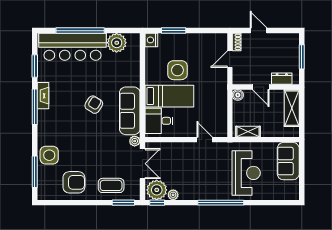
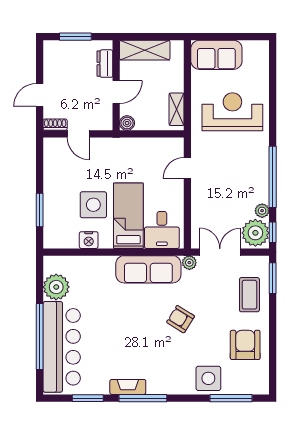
nightstand: (151, 40) -> (89, 240), moved
armchair: (94, 105) -> (181, 319), moved
window: (221, 203) -> (273, 177), moved

